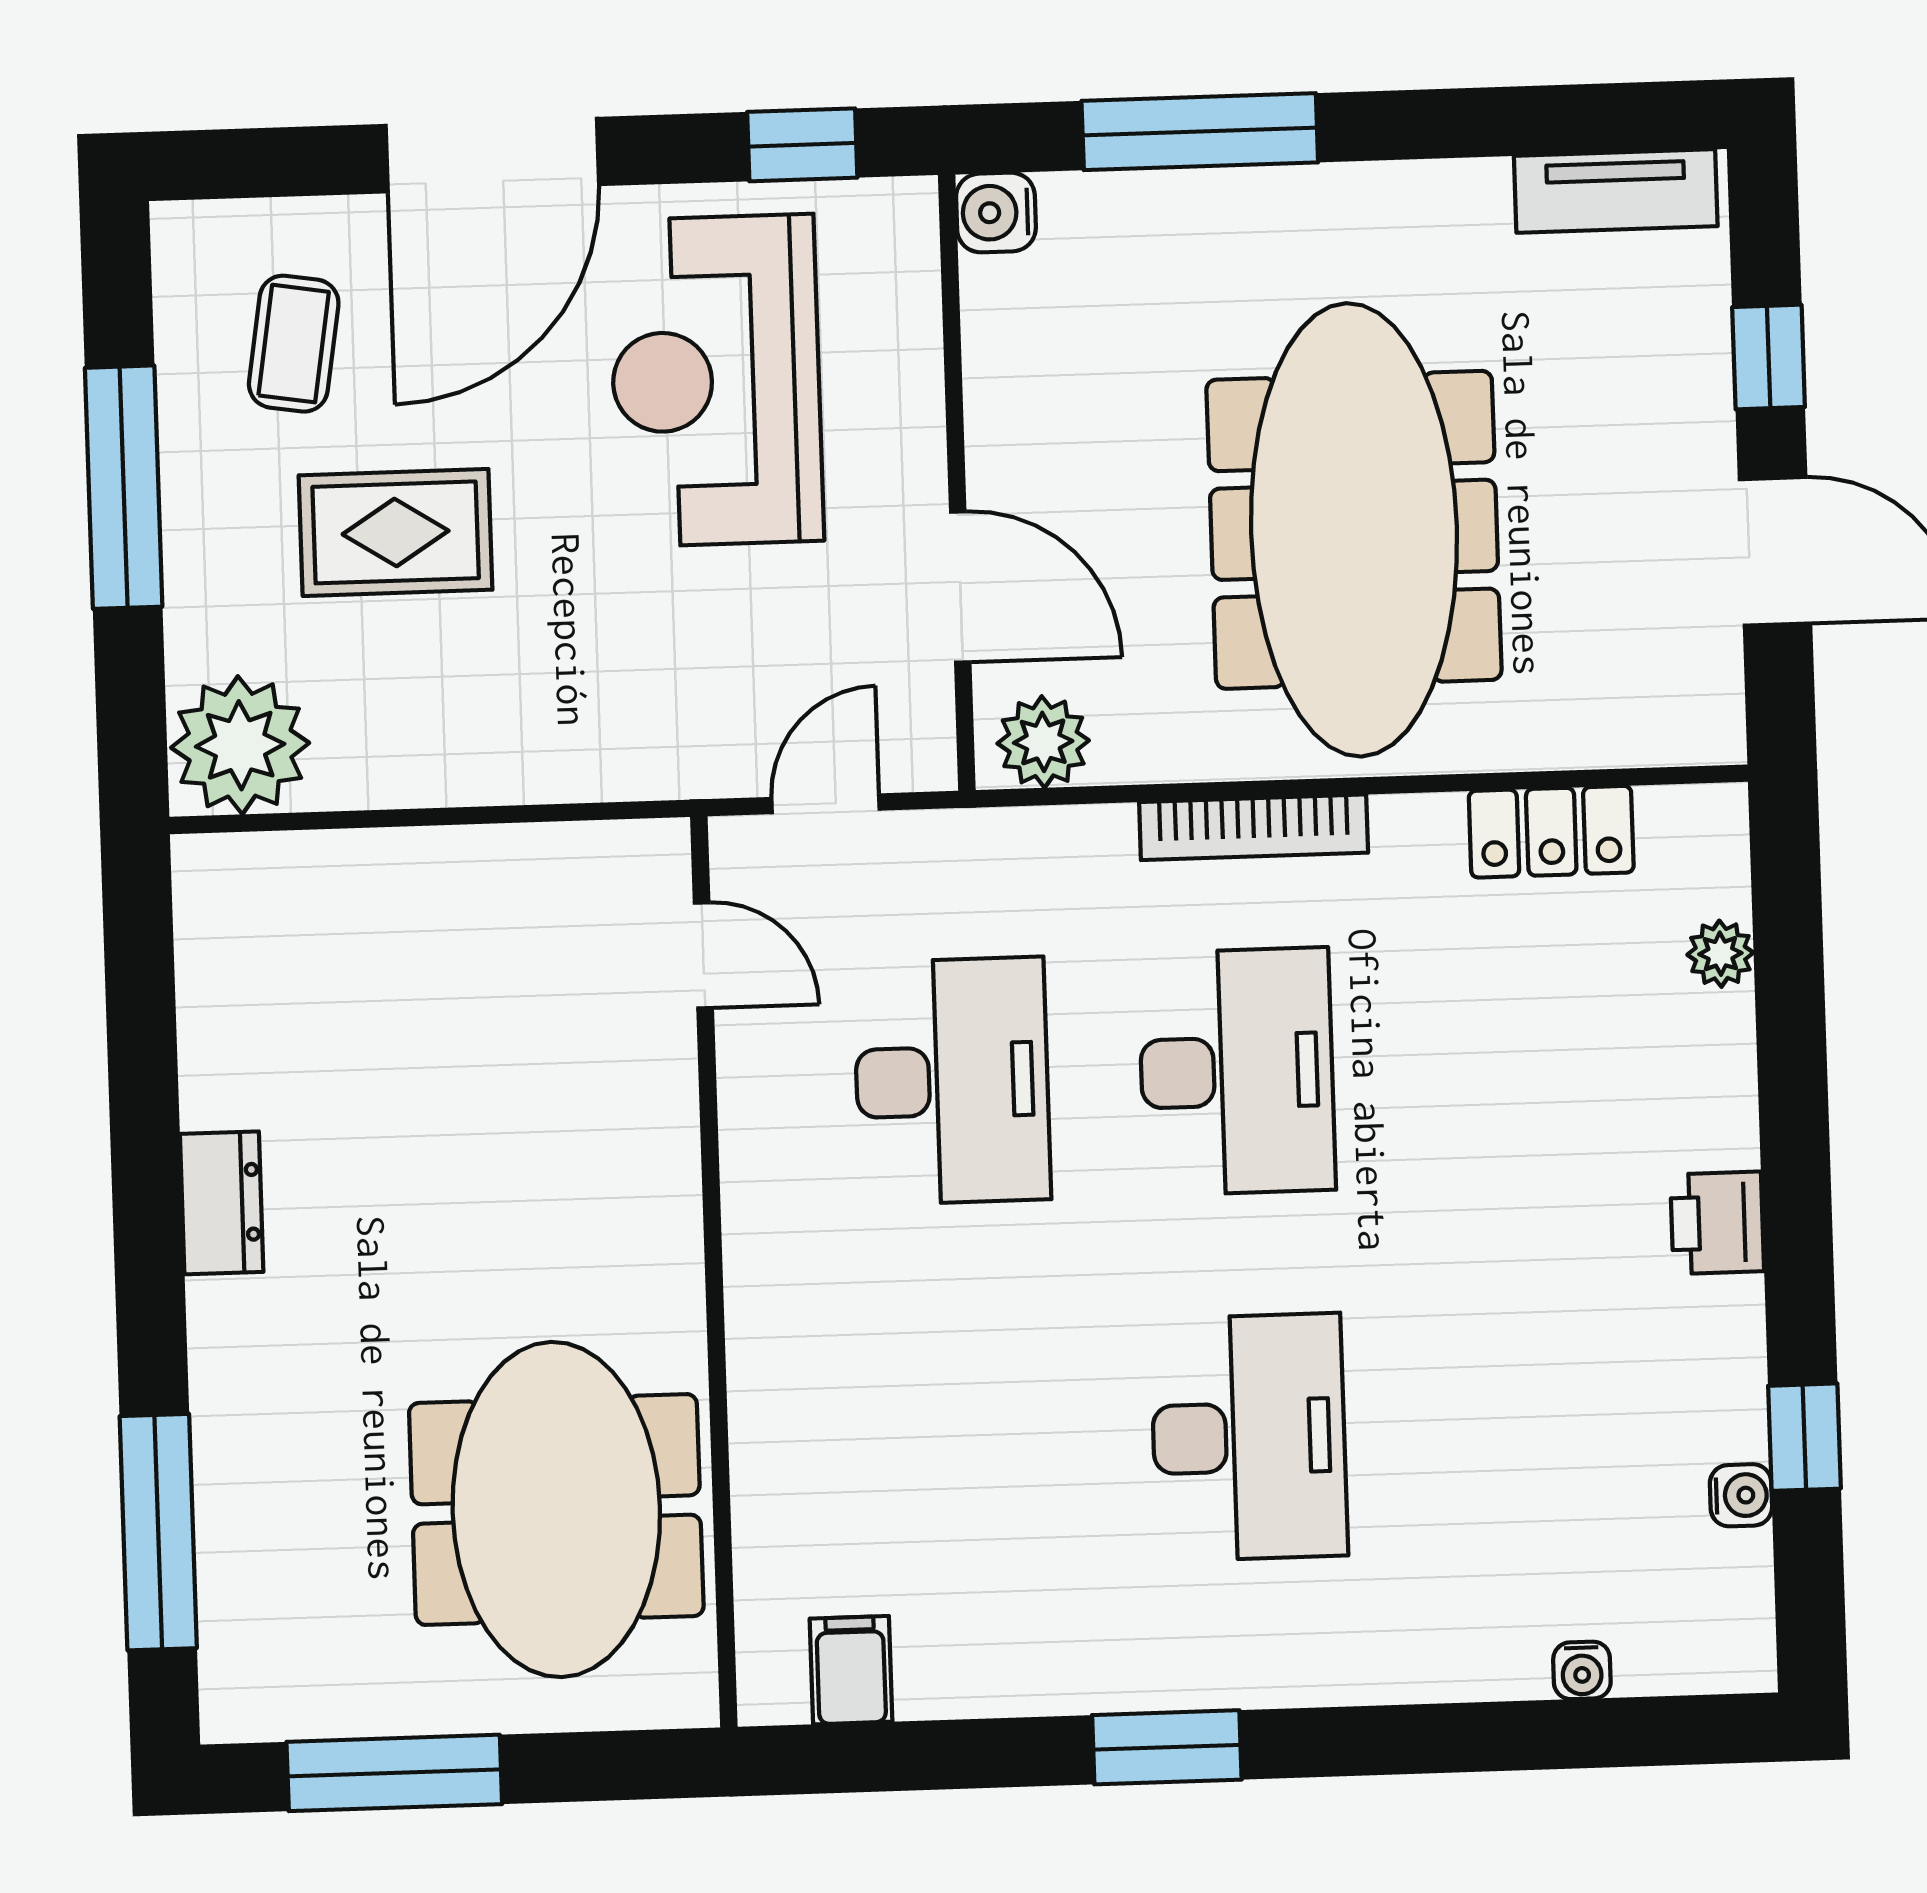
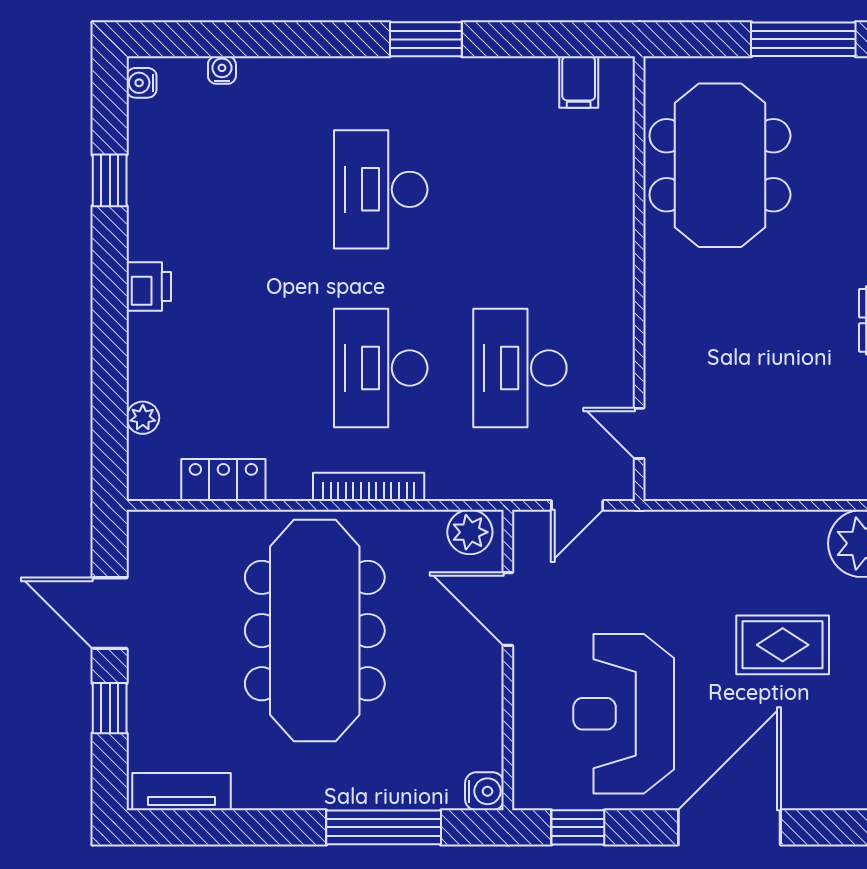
coffee table: (294, 344) -> (829, 739), removed
reception desk: (716, 381) -> (624, 714), turned 180
water cooler: (1741, 1495) -> (142, 83), moved

